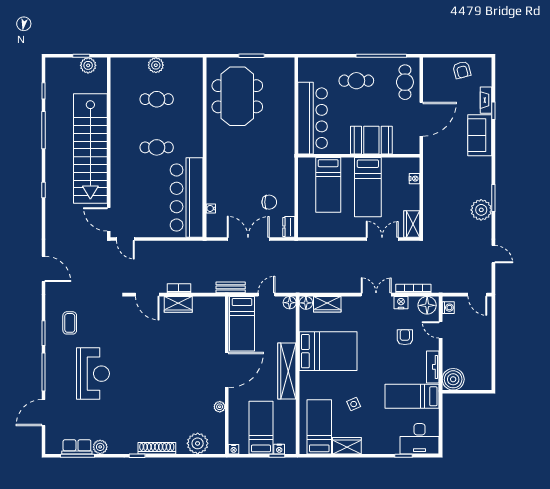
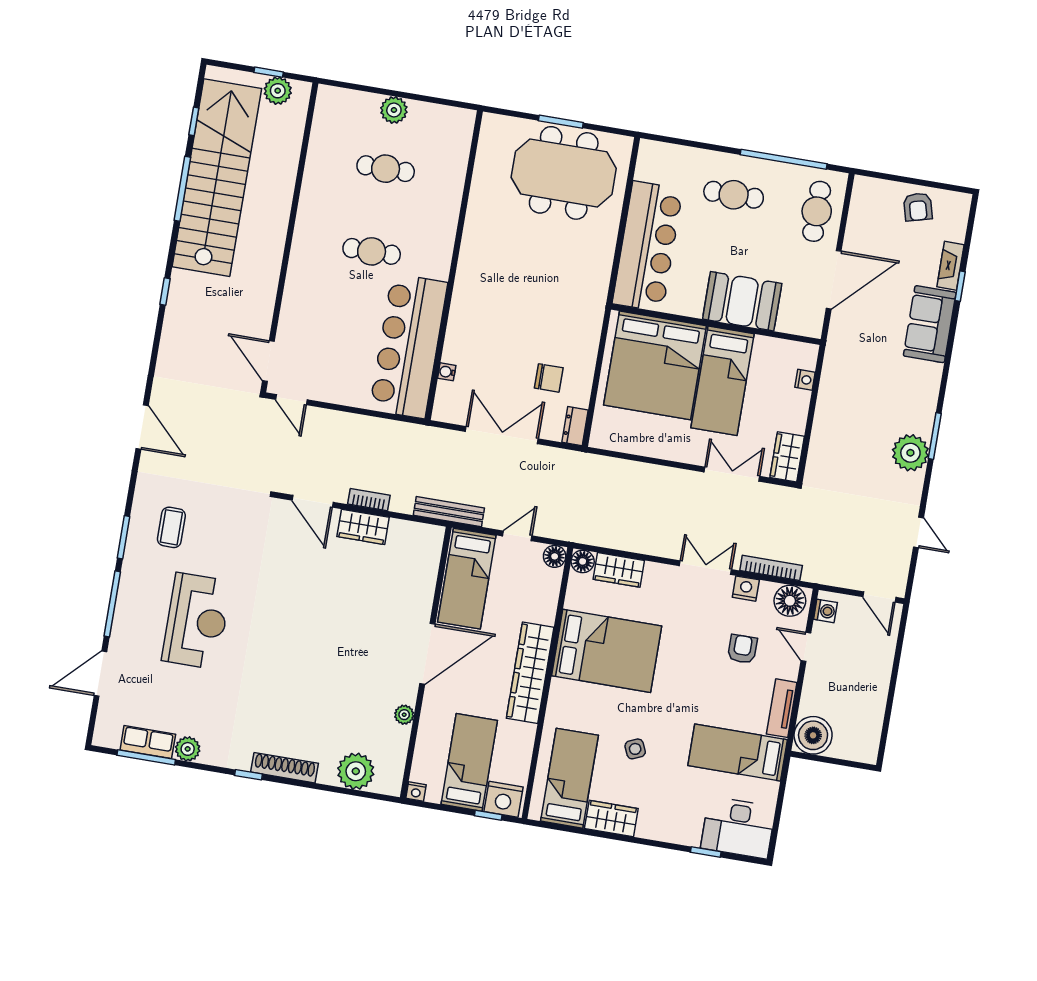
meeting table: (237, 96) -> (564, 173), moved, turned 90
stairs: (90, 149) -> (217, 178), moved, turned 180
bed: (328, 185) -> (655, 365), width x2.04
bench: (231, 287) -> (449, 512), width x1.36
nightstand: (279, 449) -> (503, 799), width x1.89, depth x1.79

